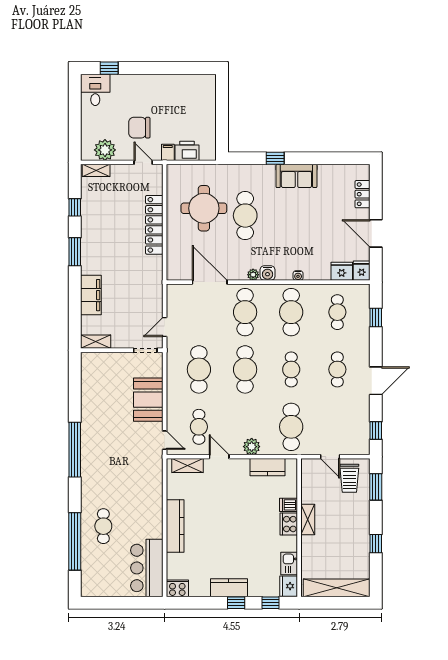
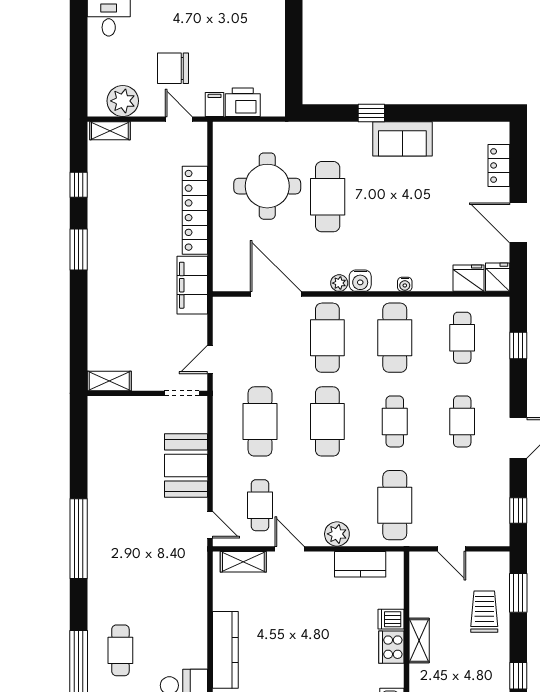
filing cabinet: (91, 295) -> (192, 285), moved, turned 180
trolley: (349, 478) -> (484, 612), moved, turned 180

